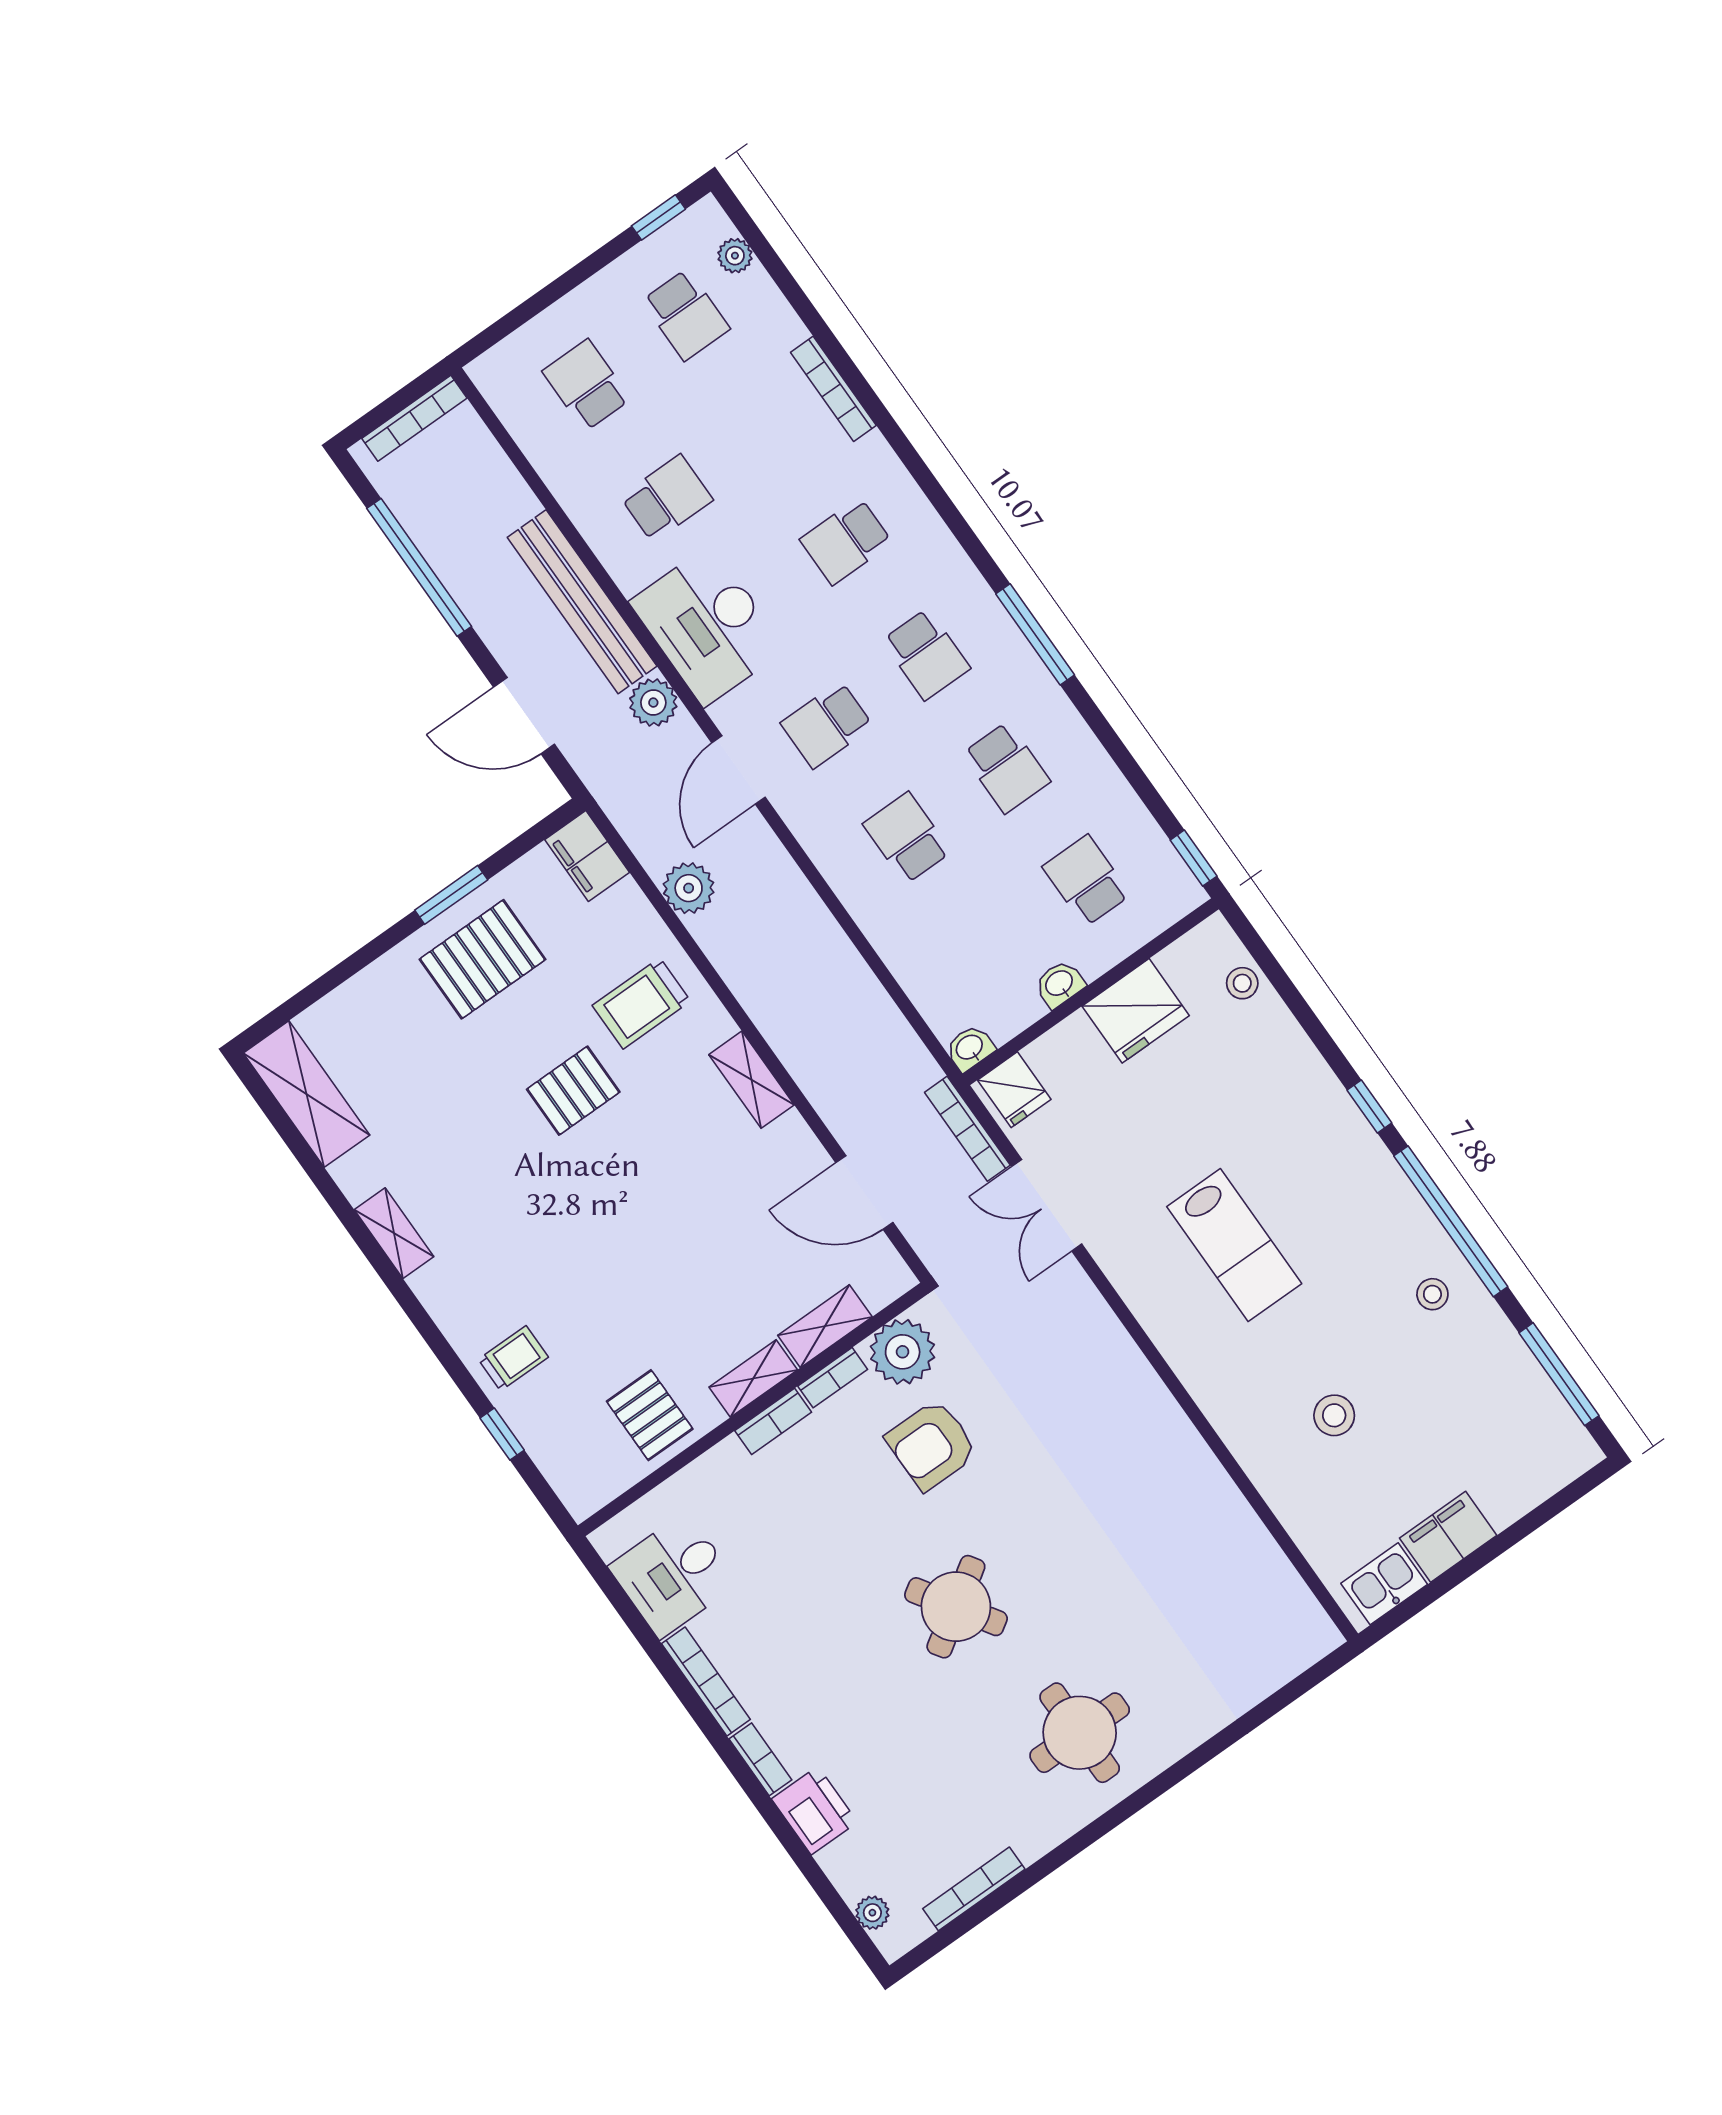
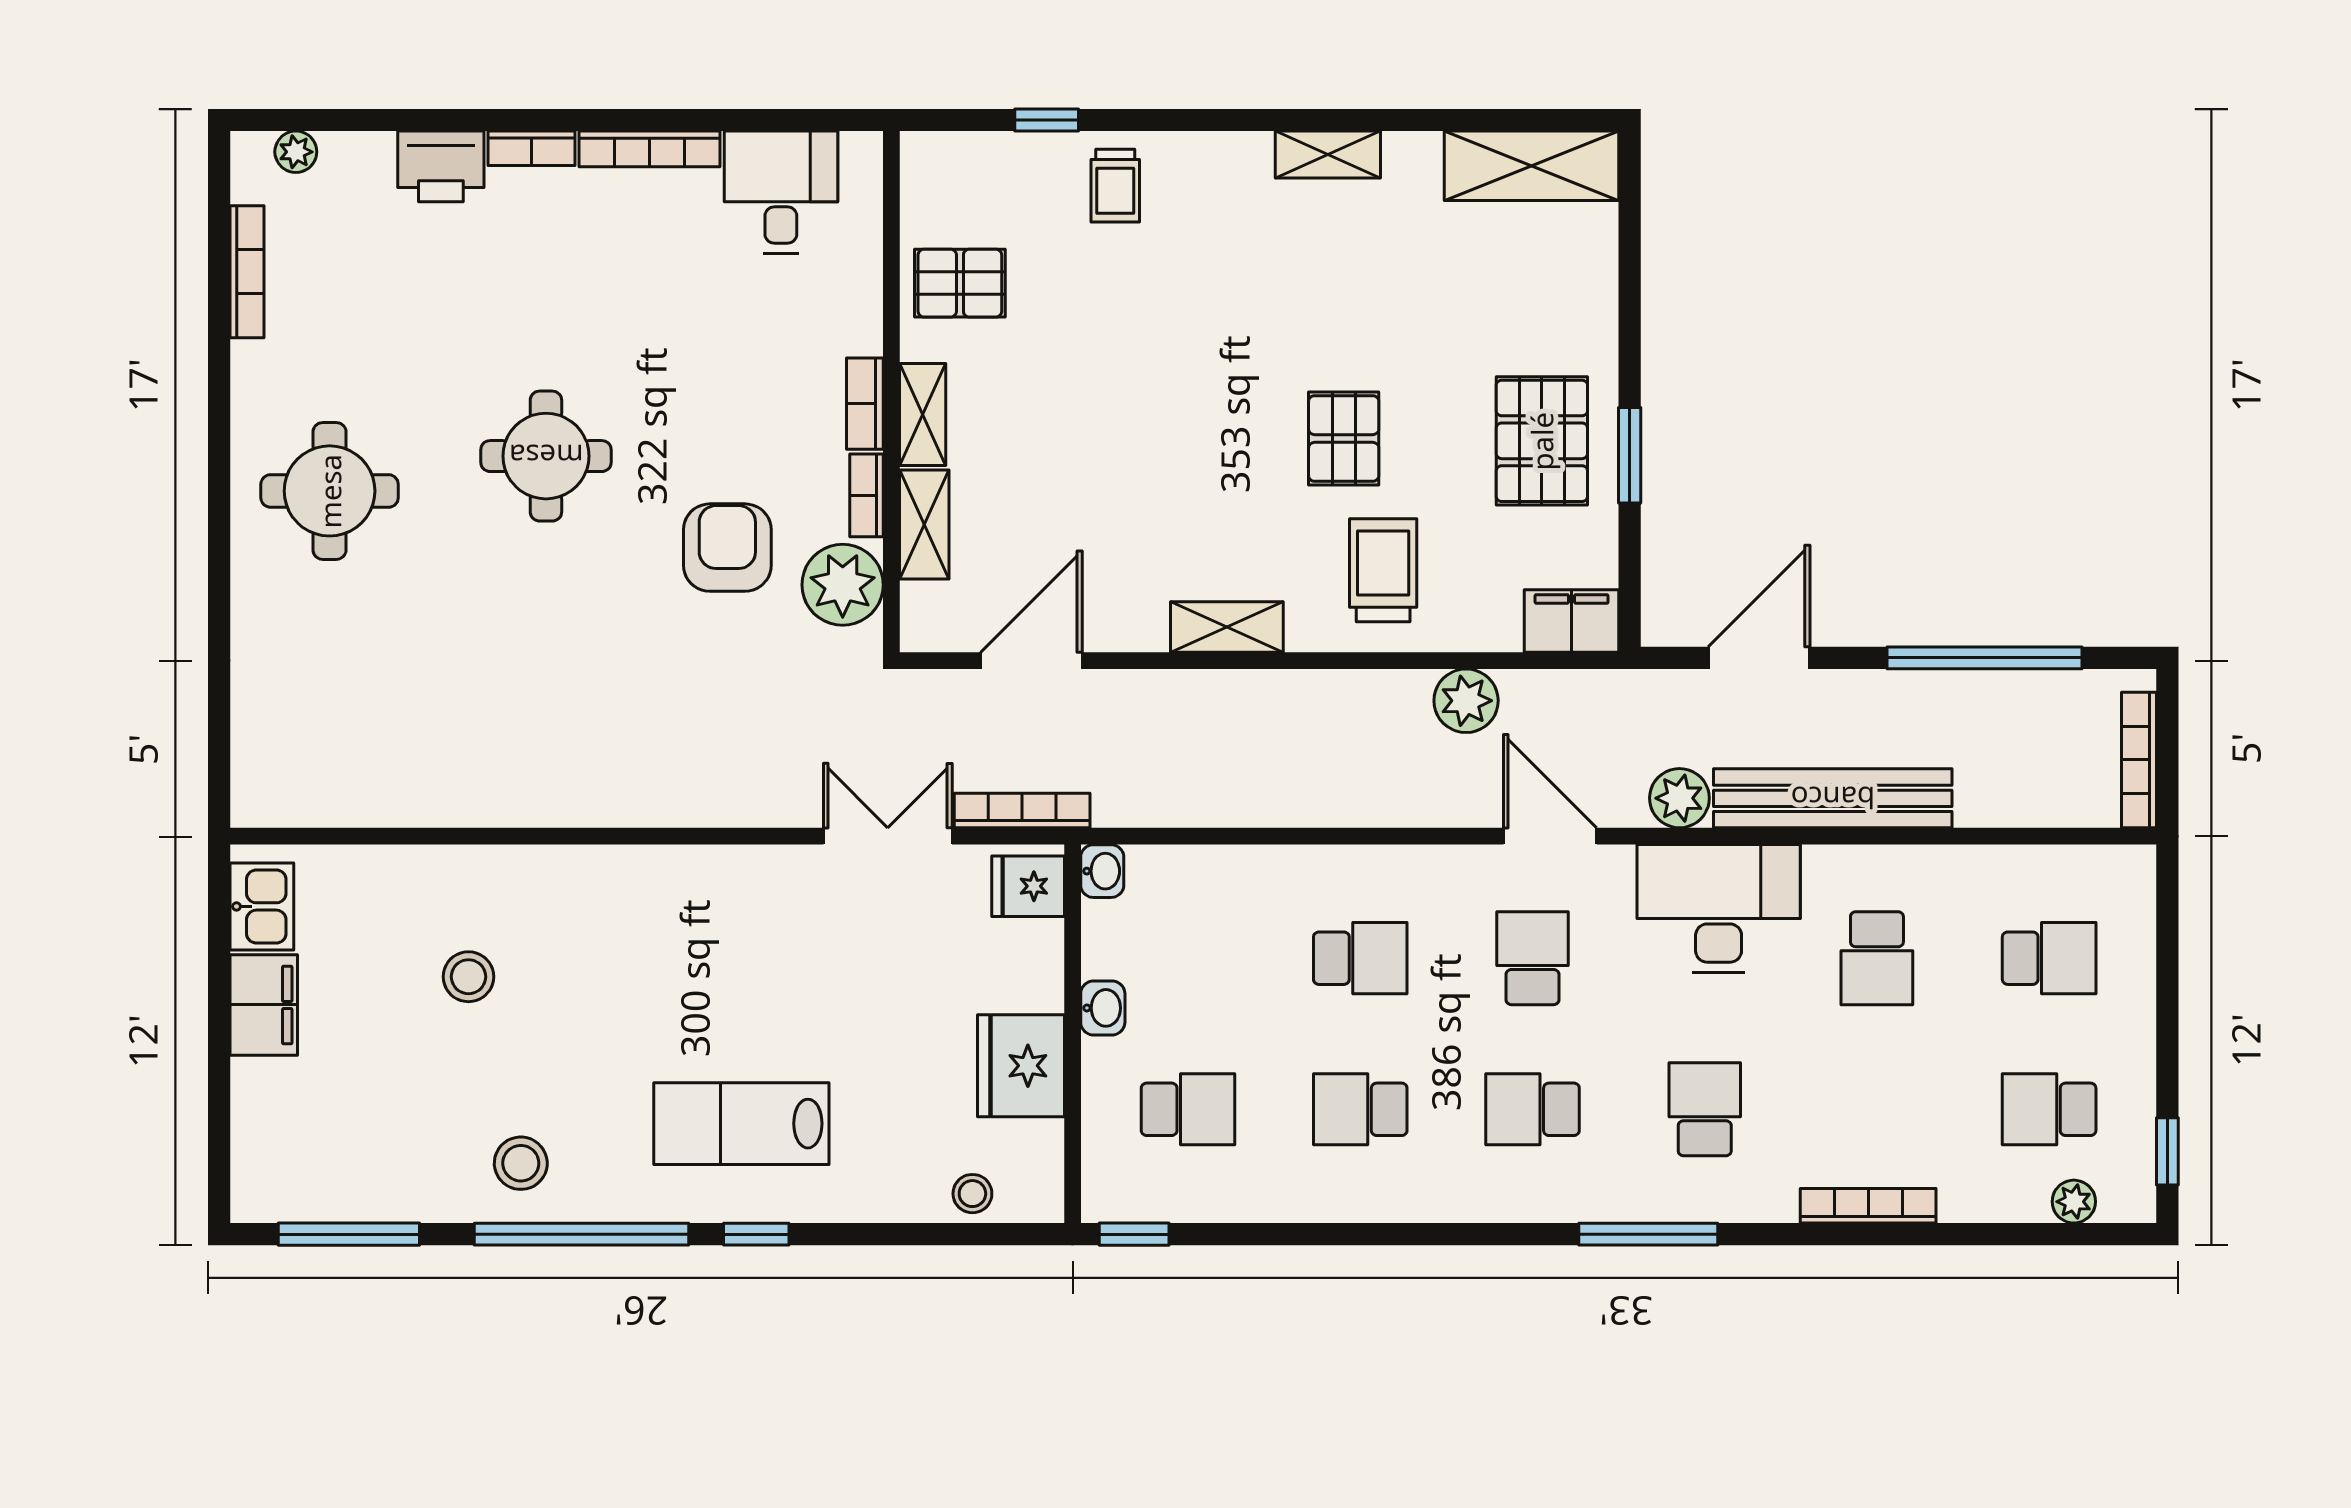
window: (1035, 634) -> (1648, 1234), moved
lab bench: (1234, 1245) -> (741, 1124), moved
stool: (1432, 1294) -> (521, 1163), width x1.37, depth x1.37
round table: (956, 1607) -> (546, 456), turned 33

